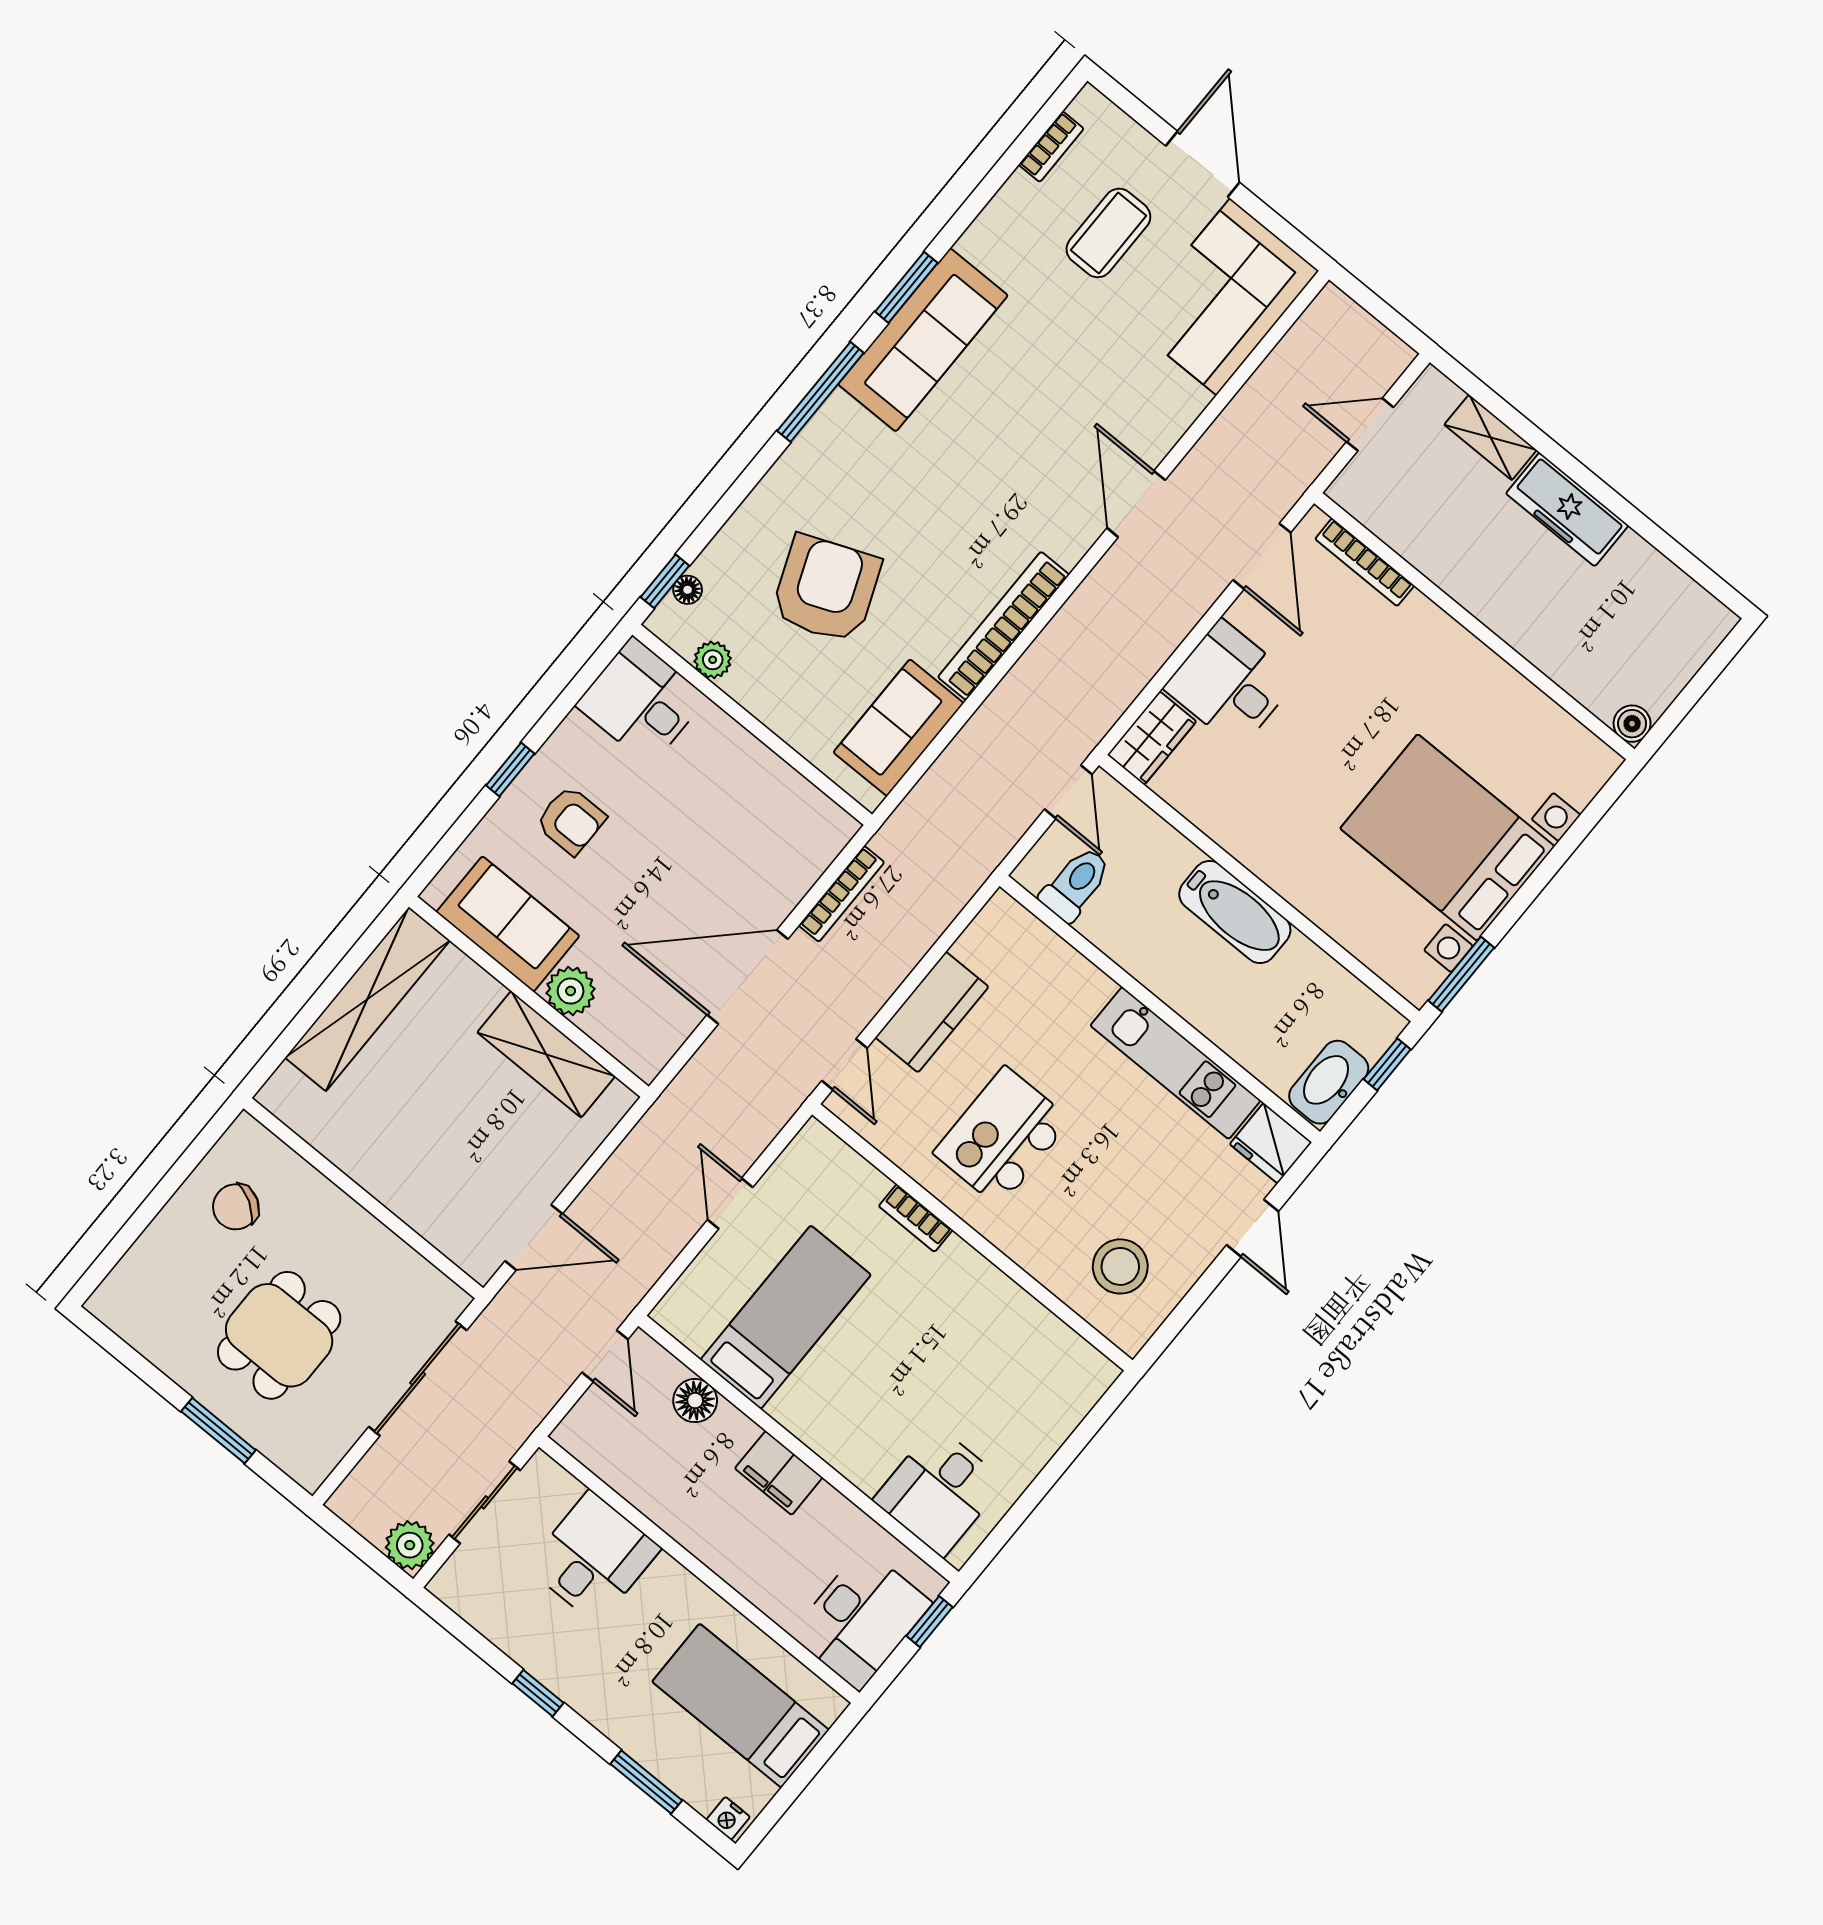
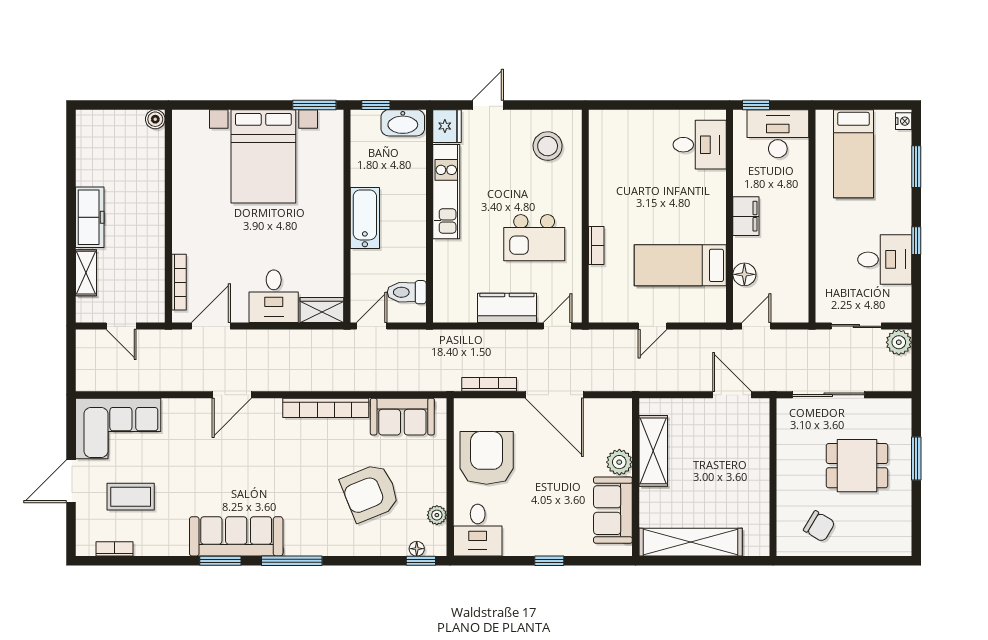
armchair: (571, 820) -> (487, 458), moved, width x1.88, depth x1.88
desk: (594, 1557) -> (885, 259), moved, turned 180

